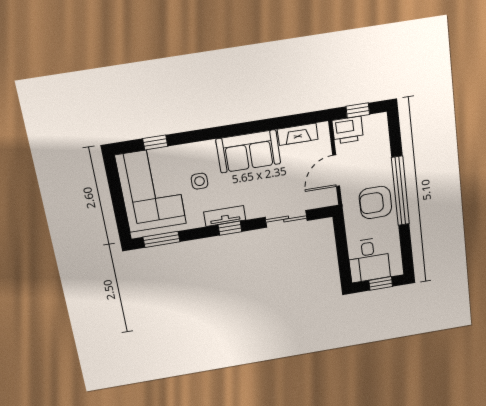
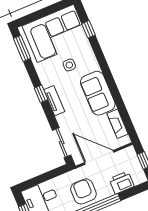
printer: (348, 130) -> (122, 182), moved, turned 90
door: (336, 171) -> (99, 157), width x1.36
tv unit: (225, 216) -> (54, 101), moved
sliding door: (286, 219) -> (62, 143), moved

